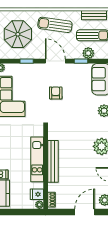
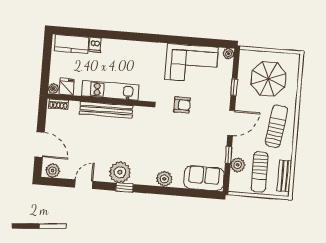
armchair: (56, 93) -> (182, 105), moved

